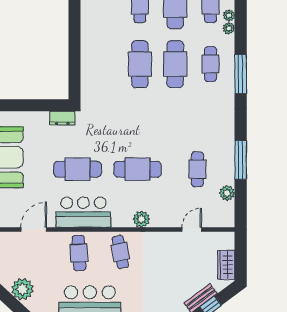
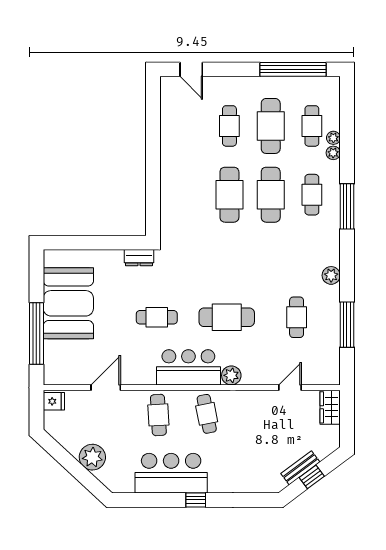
window: (241, 160) -> (347, 325), moved
cafe table: (78, 169) -> (157, 317), width x0.73, depth x0.74
plant: (227, 193) -> (331, 275), moved
bar counter: (83, 212) -> (188, 367), moved
wardrobe: (226, 265) -> (330, 407), moved

